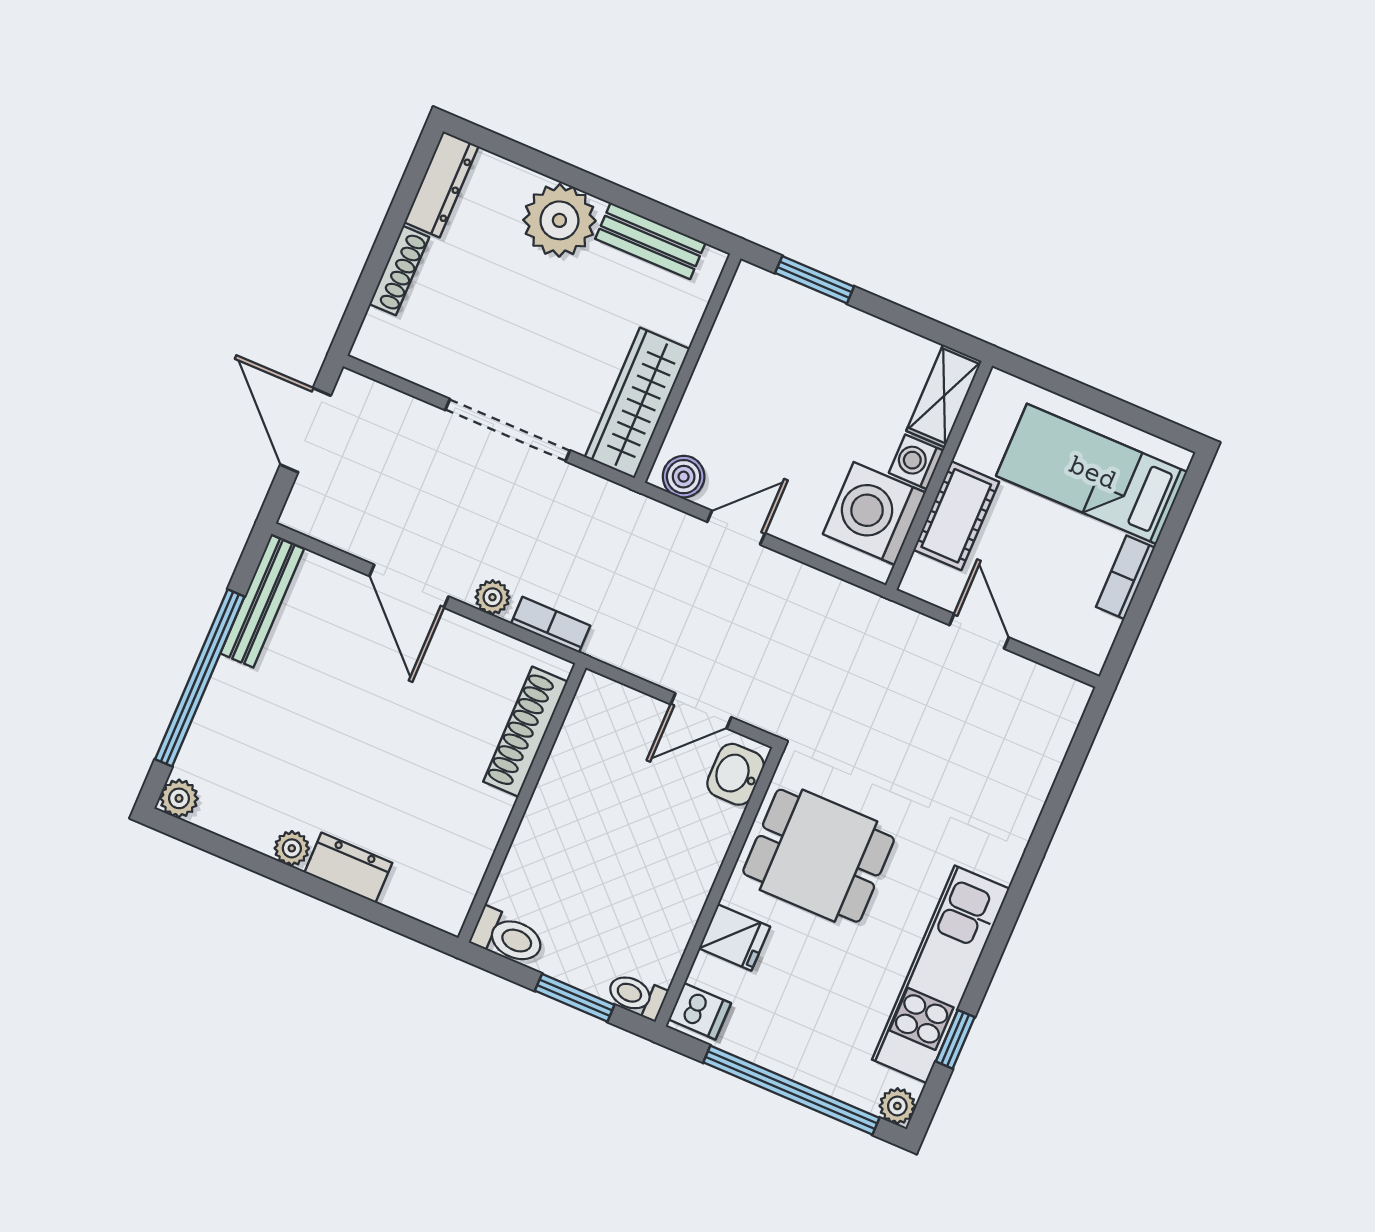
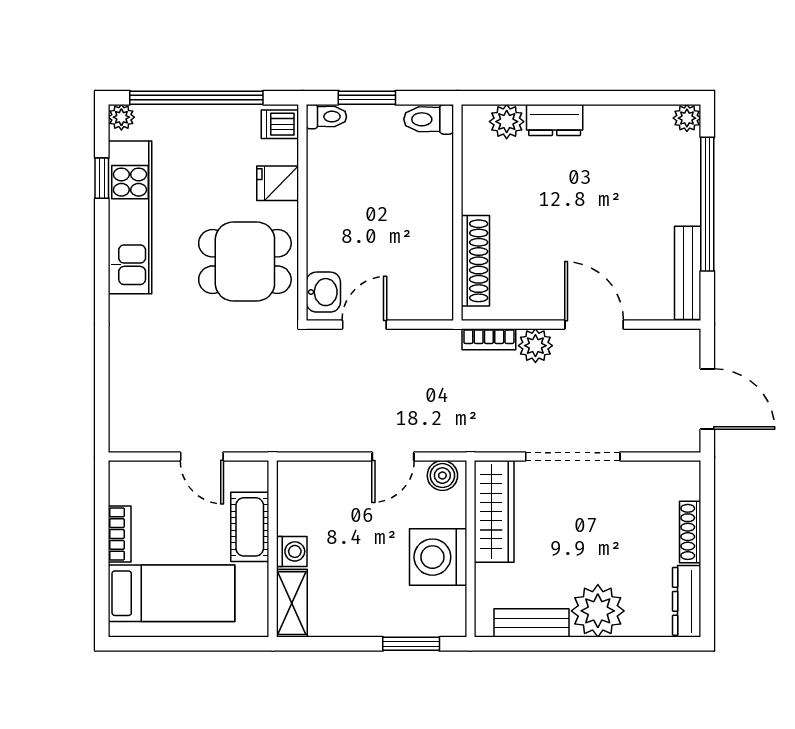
washing machine: (874, 513) -> (438, 557), moved, turned 180
plant: (492, 597) -> (535, 346), width x1.38, depth x1.38
plant: (292, 848) -> (507, 122), moved, width x1.38, depth x1.38

